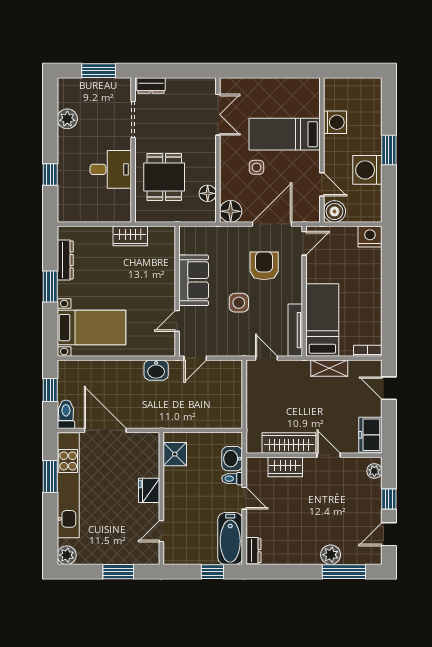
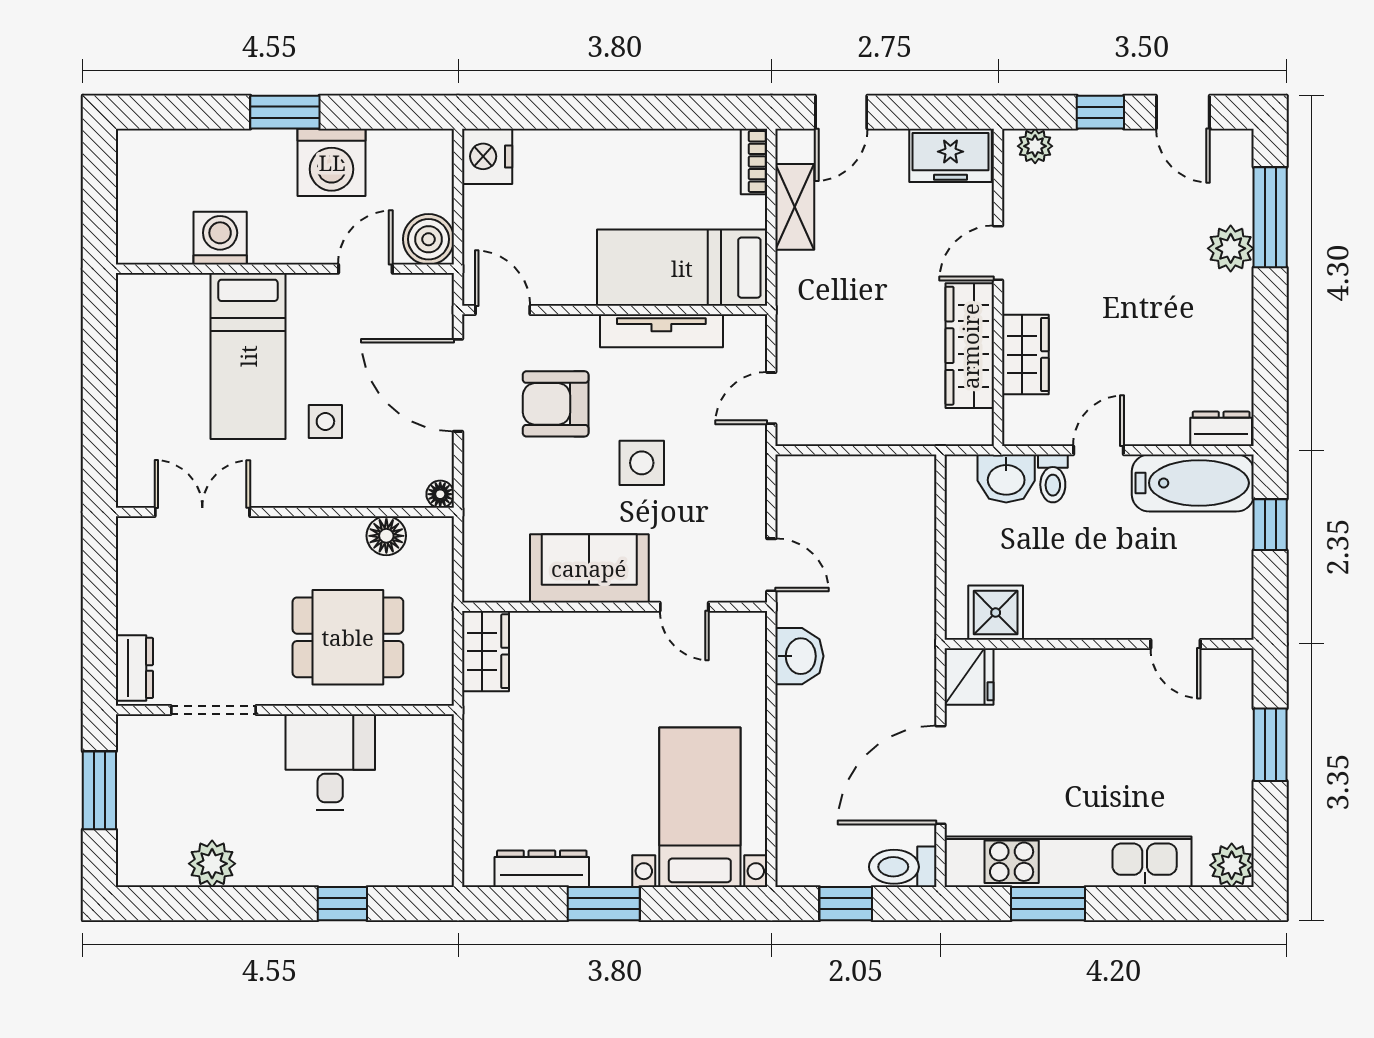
floor lamp: (231, 211) -> (440, 494), width x0.53, depth x0.53
wardrobe: (130, 236) -> (486, 651), moved
tv unit: (295, 330) -> (661, 331), moved
shelving: (329, 368) -> (795, 207), moved
fridge: (149, 490) -> (969, 676), moved, turned -90

